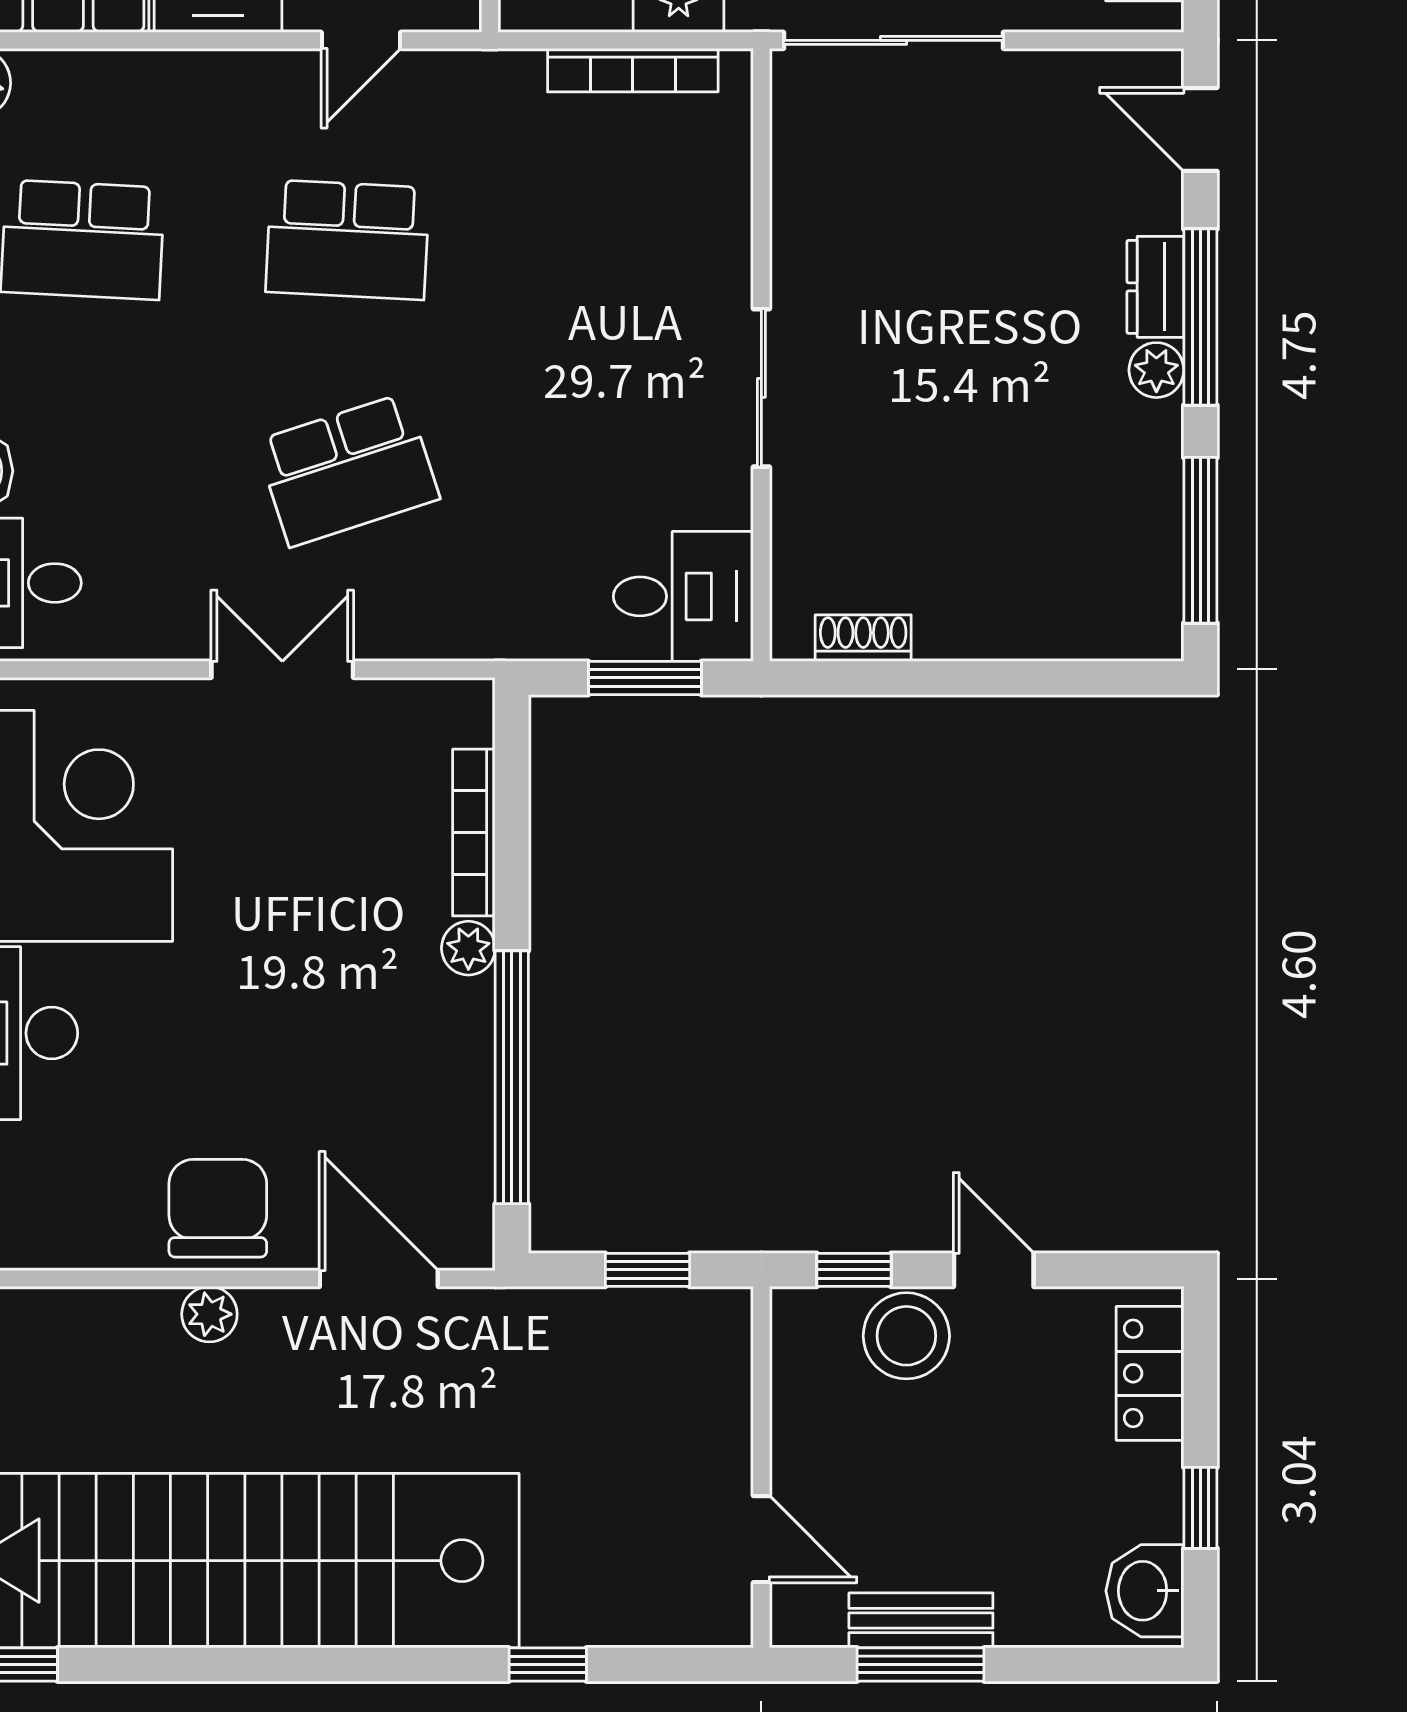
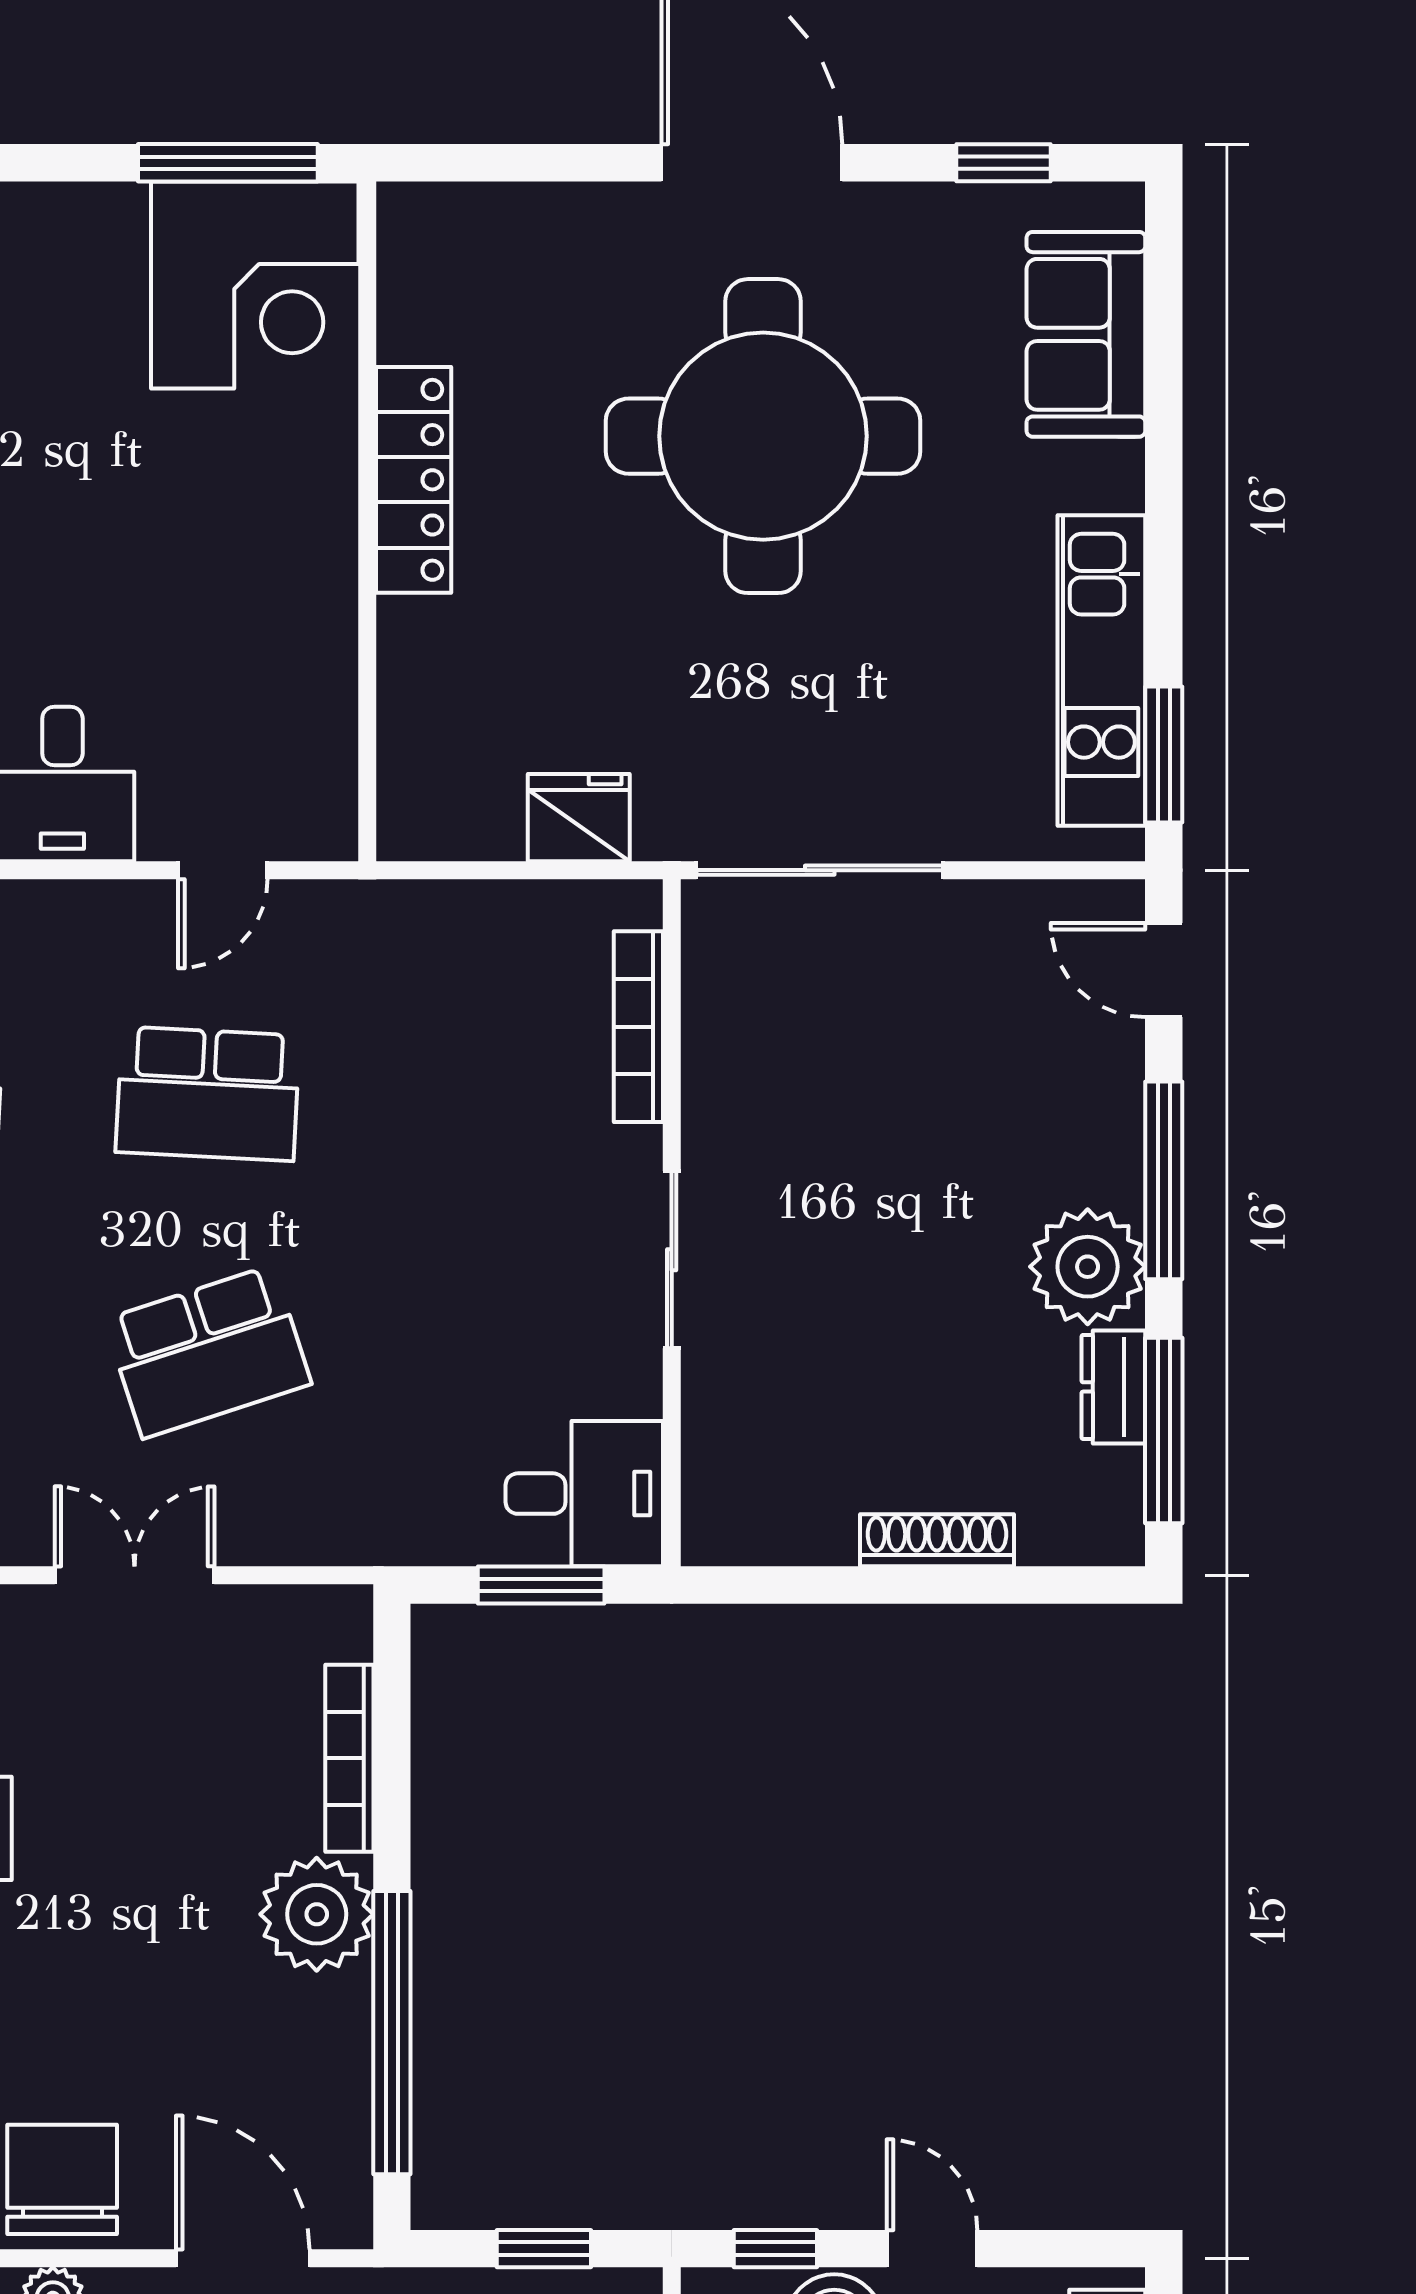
bookcase: (633, 70) -> (638, 1027), moved, turned 90
dresser: (1155, 287) -> (1113, 1387), moved
plant: (1156, 370) -> (1088, 1267), width x1.87, depth x1.87
shoe rack: (863, 638) -> (937, 1540), moved, width x1.43
plant: (468, 948) -> (317, 1914), width x1.87, depth x1.87

